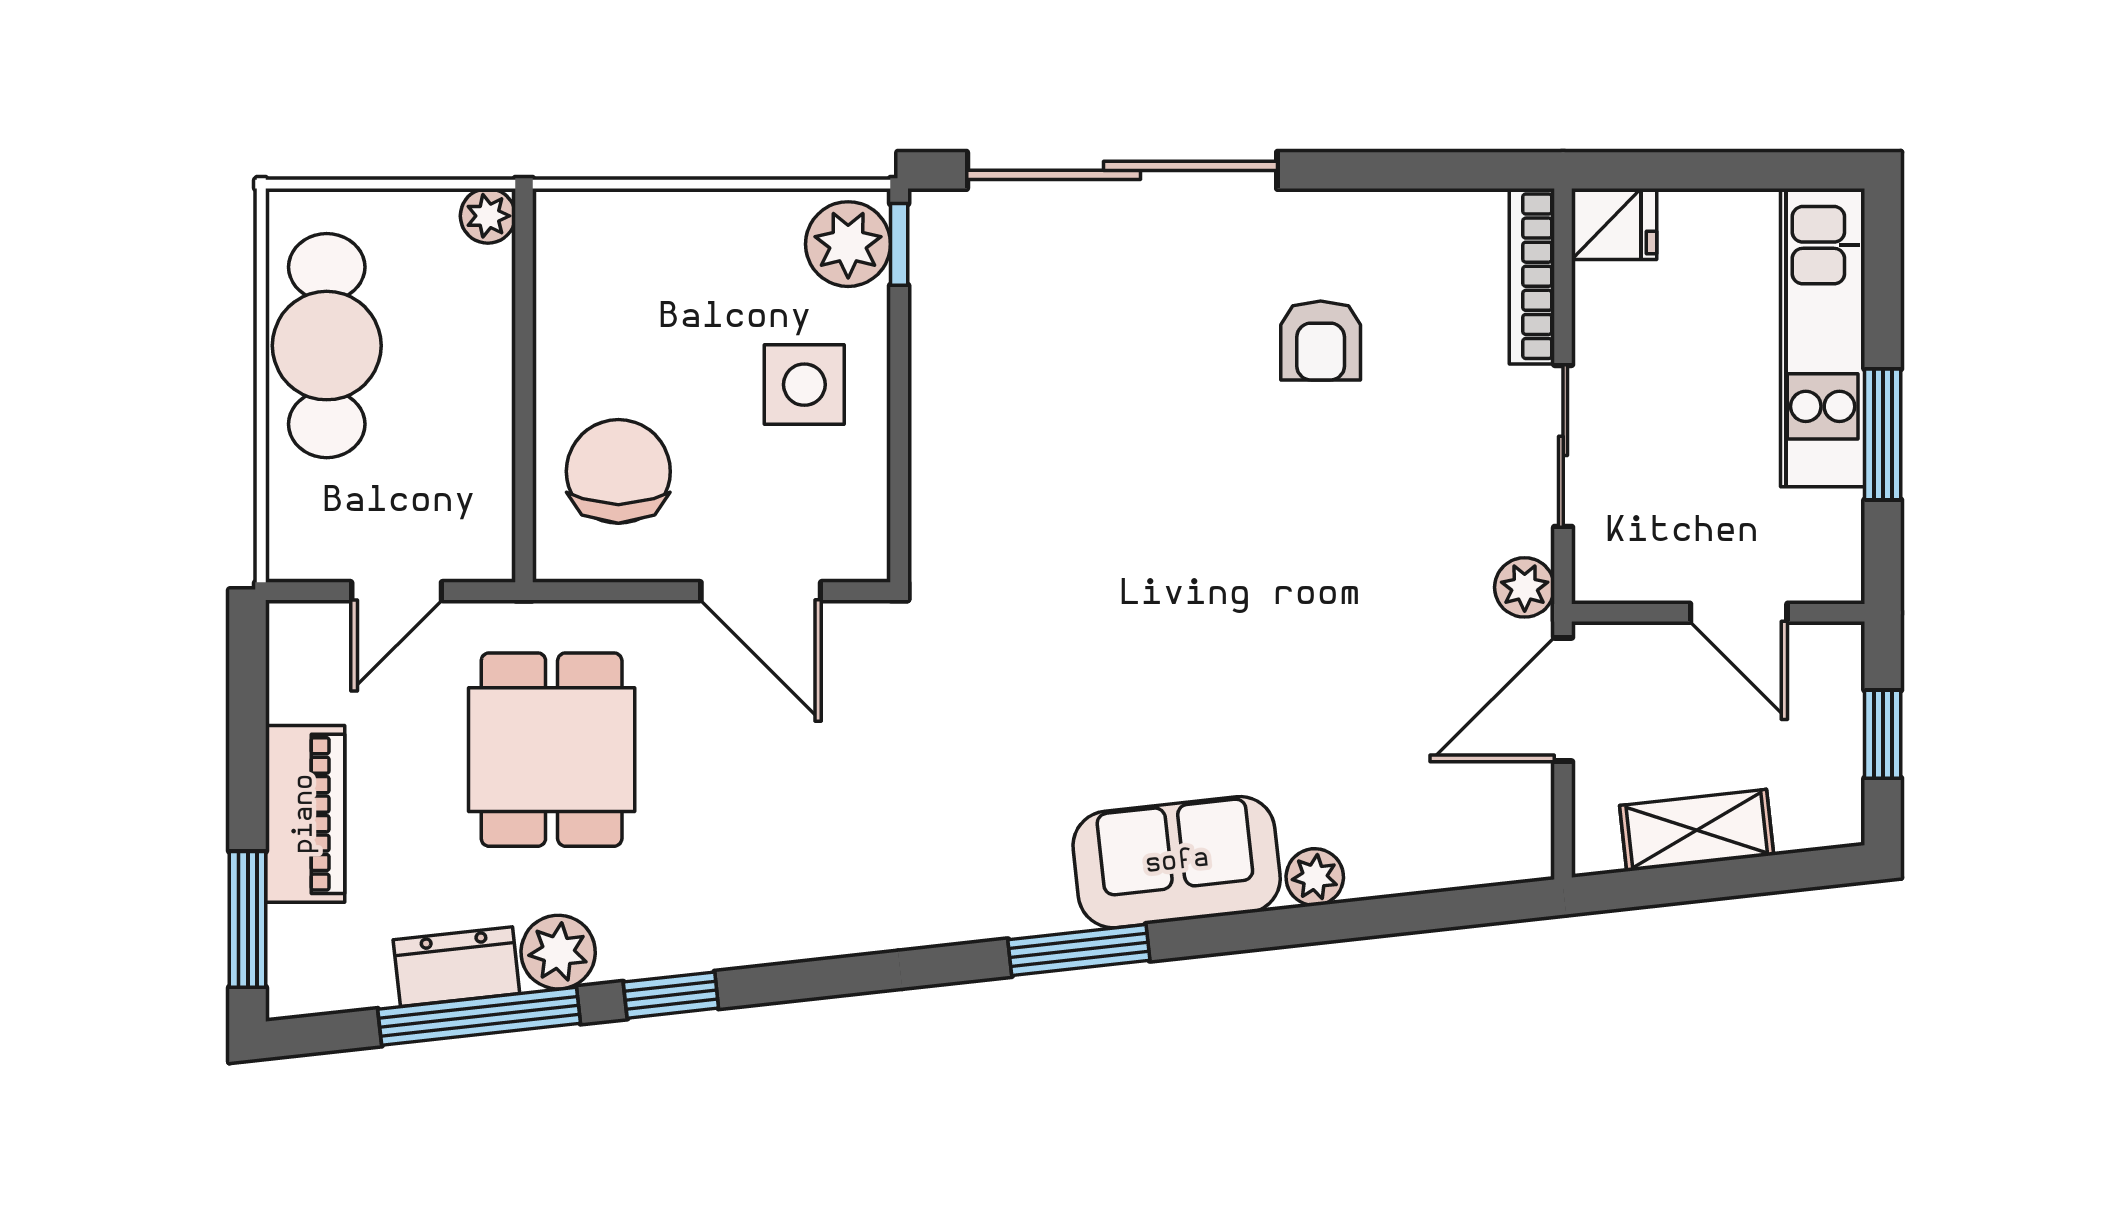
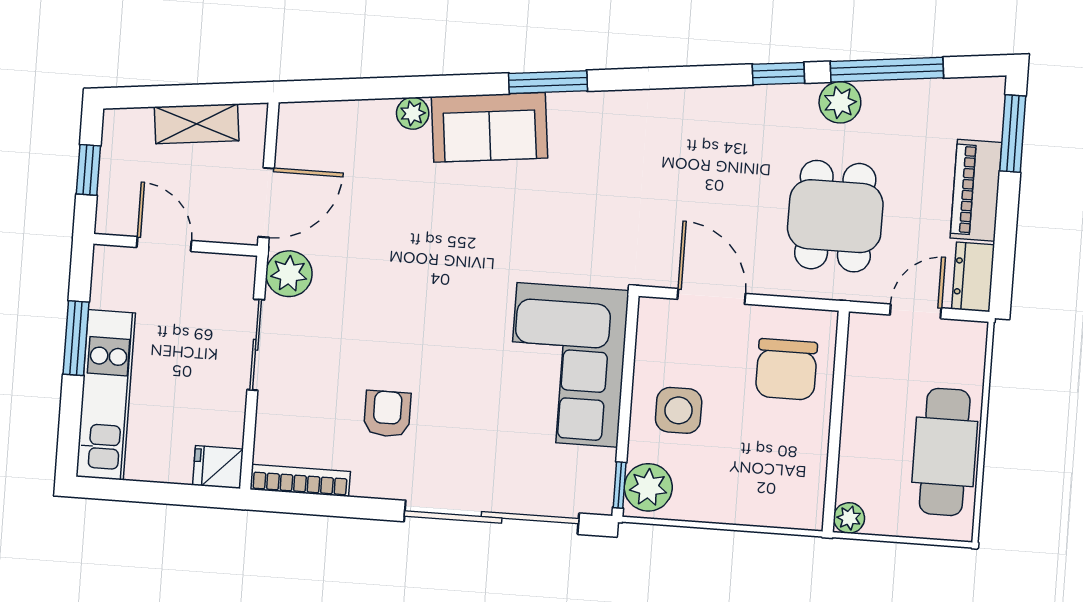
bookcase: (1532, 276) -> (300, 480), moved, turned -90
corner sofa: (1008, 451) -> (567, 365), added
plant: (1525, 587) -> (289, 274), width x1.38, depth x1.38
dresser: (456, 967) -> (973, 277), moved, turned 96

